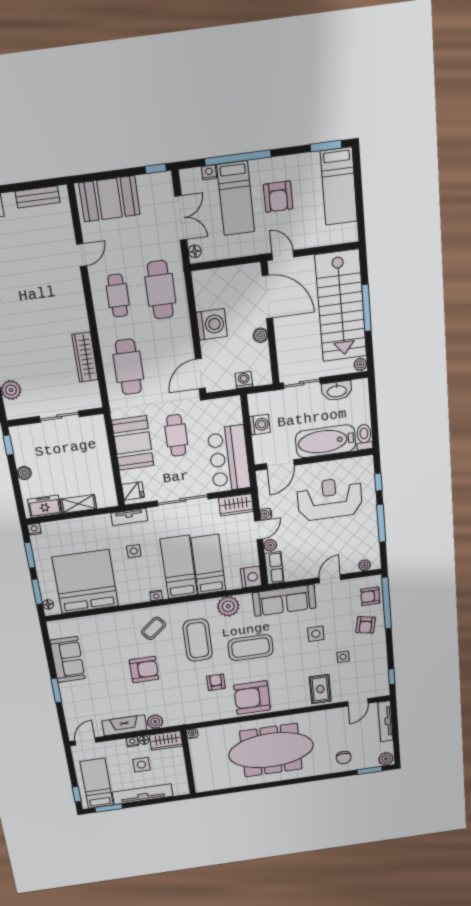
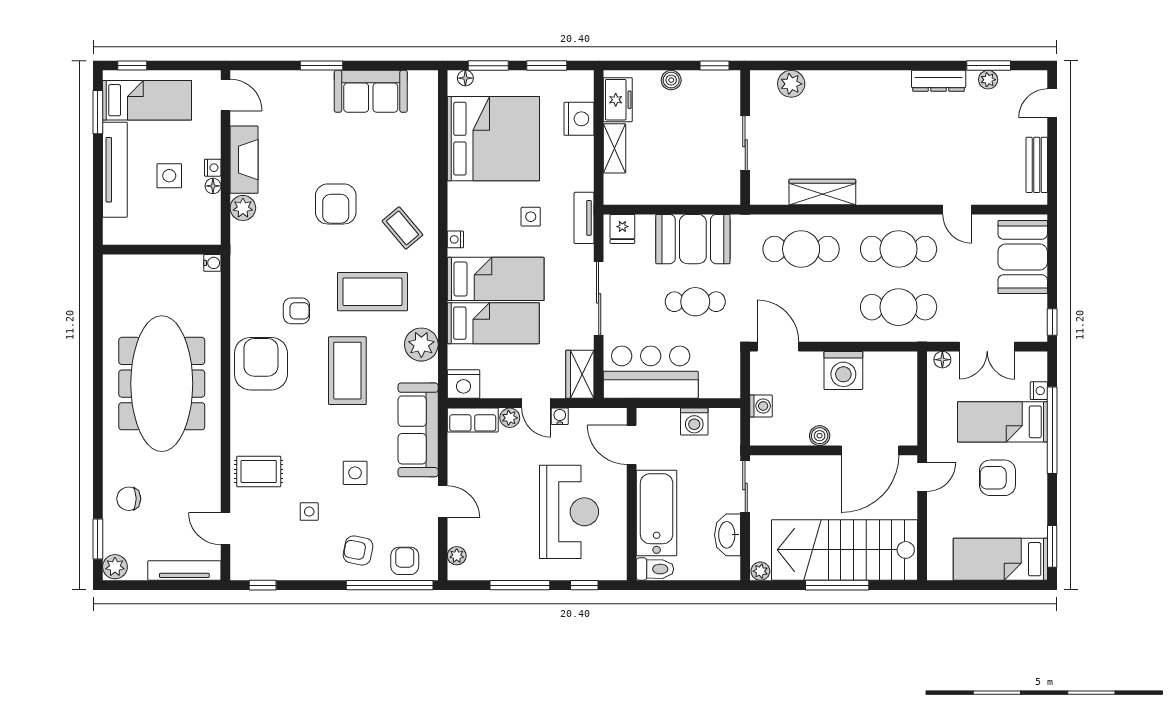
cafe table: (118, 296) -> (899, 249), width x1.37, depth x1.35
nightstand: (34, 529) -> (579, 119), moved, width x1.89, depth x1.79
wardrobe: (166, 741) -> (206, 220), removed

